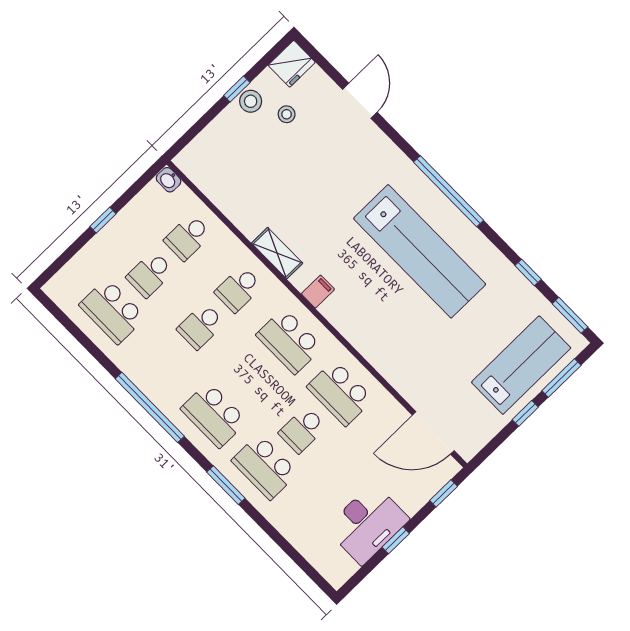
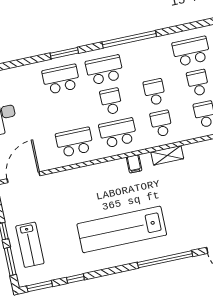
window: (448, 191) -> (165, 259), moved
lab bench: (521, 365) -> (30, 245), width x0.73, depth x0.72
school desk: (302, 430) -> (111, 101), moved

